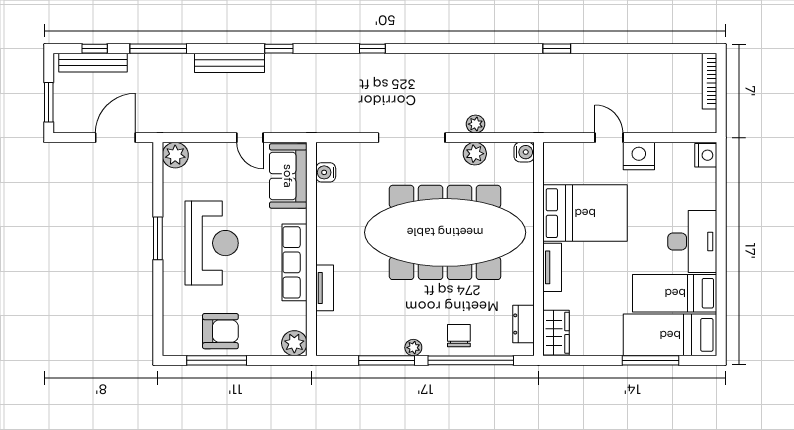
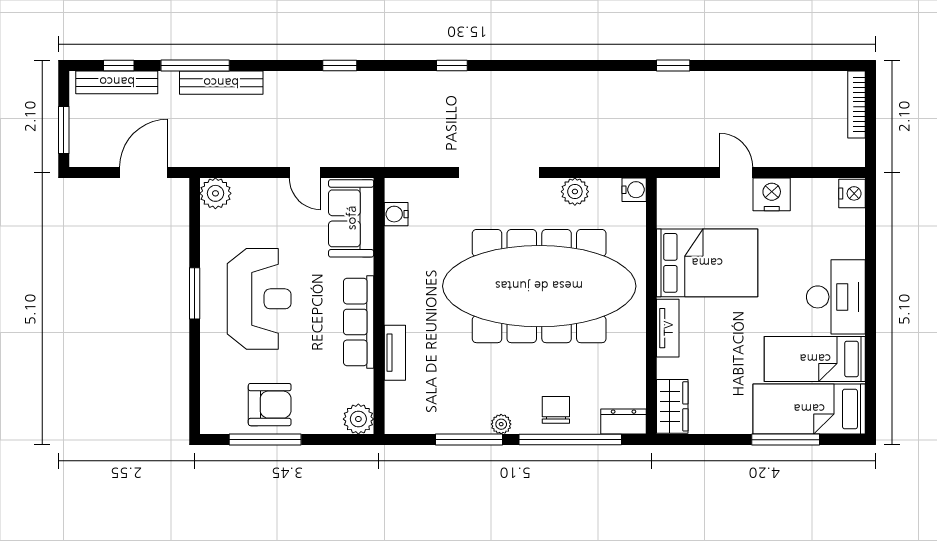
bench: (229, 63) -> (221, 83), moved
plant: (476, 124) -> (576, 156), removed
dresser: (524, 324) -> (624, 422), moved, turned 90

